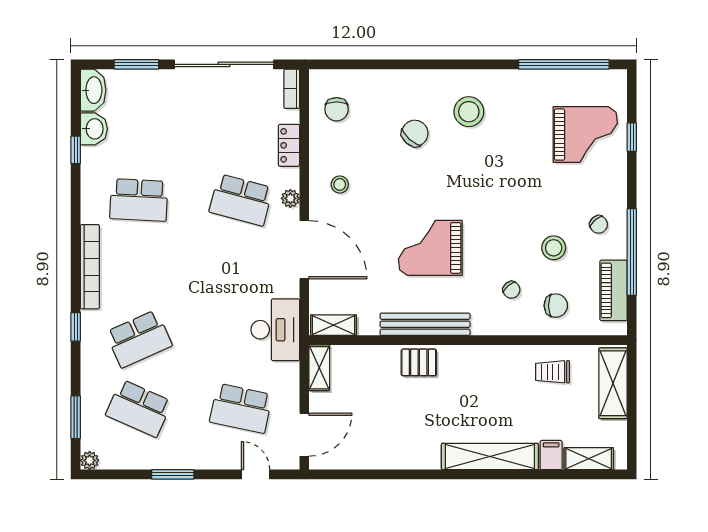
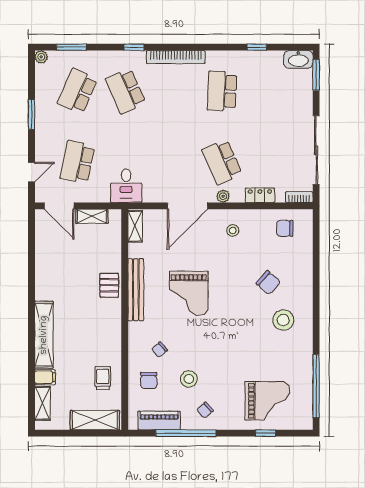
window: (136, 64) -> (316, 75), moved
washbasin: (94, 129) -> (271, 60), removed
grand piano: (585, 135) -> (267, 401), turned -90
school desk: (241, 200) -> (222, 162), turned -39
grand piano: (430, 248) -> (189, 293), turned 180
desk: (275, 330) -> (126, 186), width x0.73
shelving: (319, 368) -> (92, 216), moved

